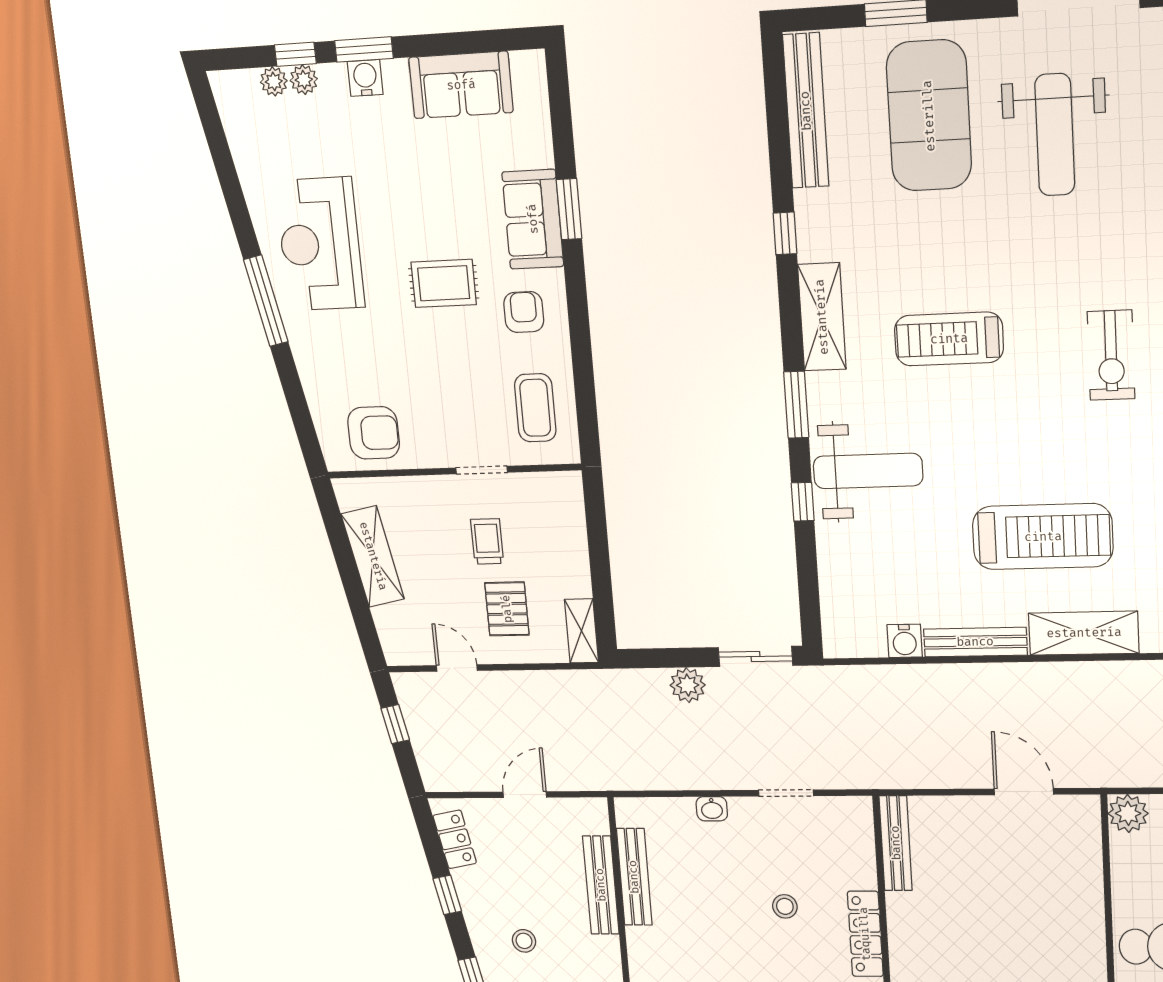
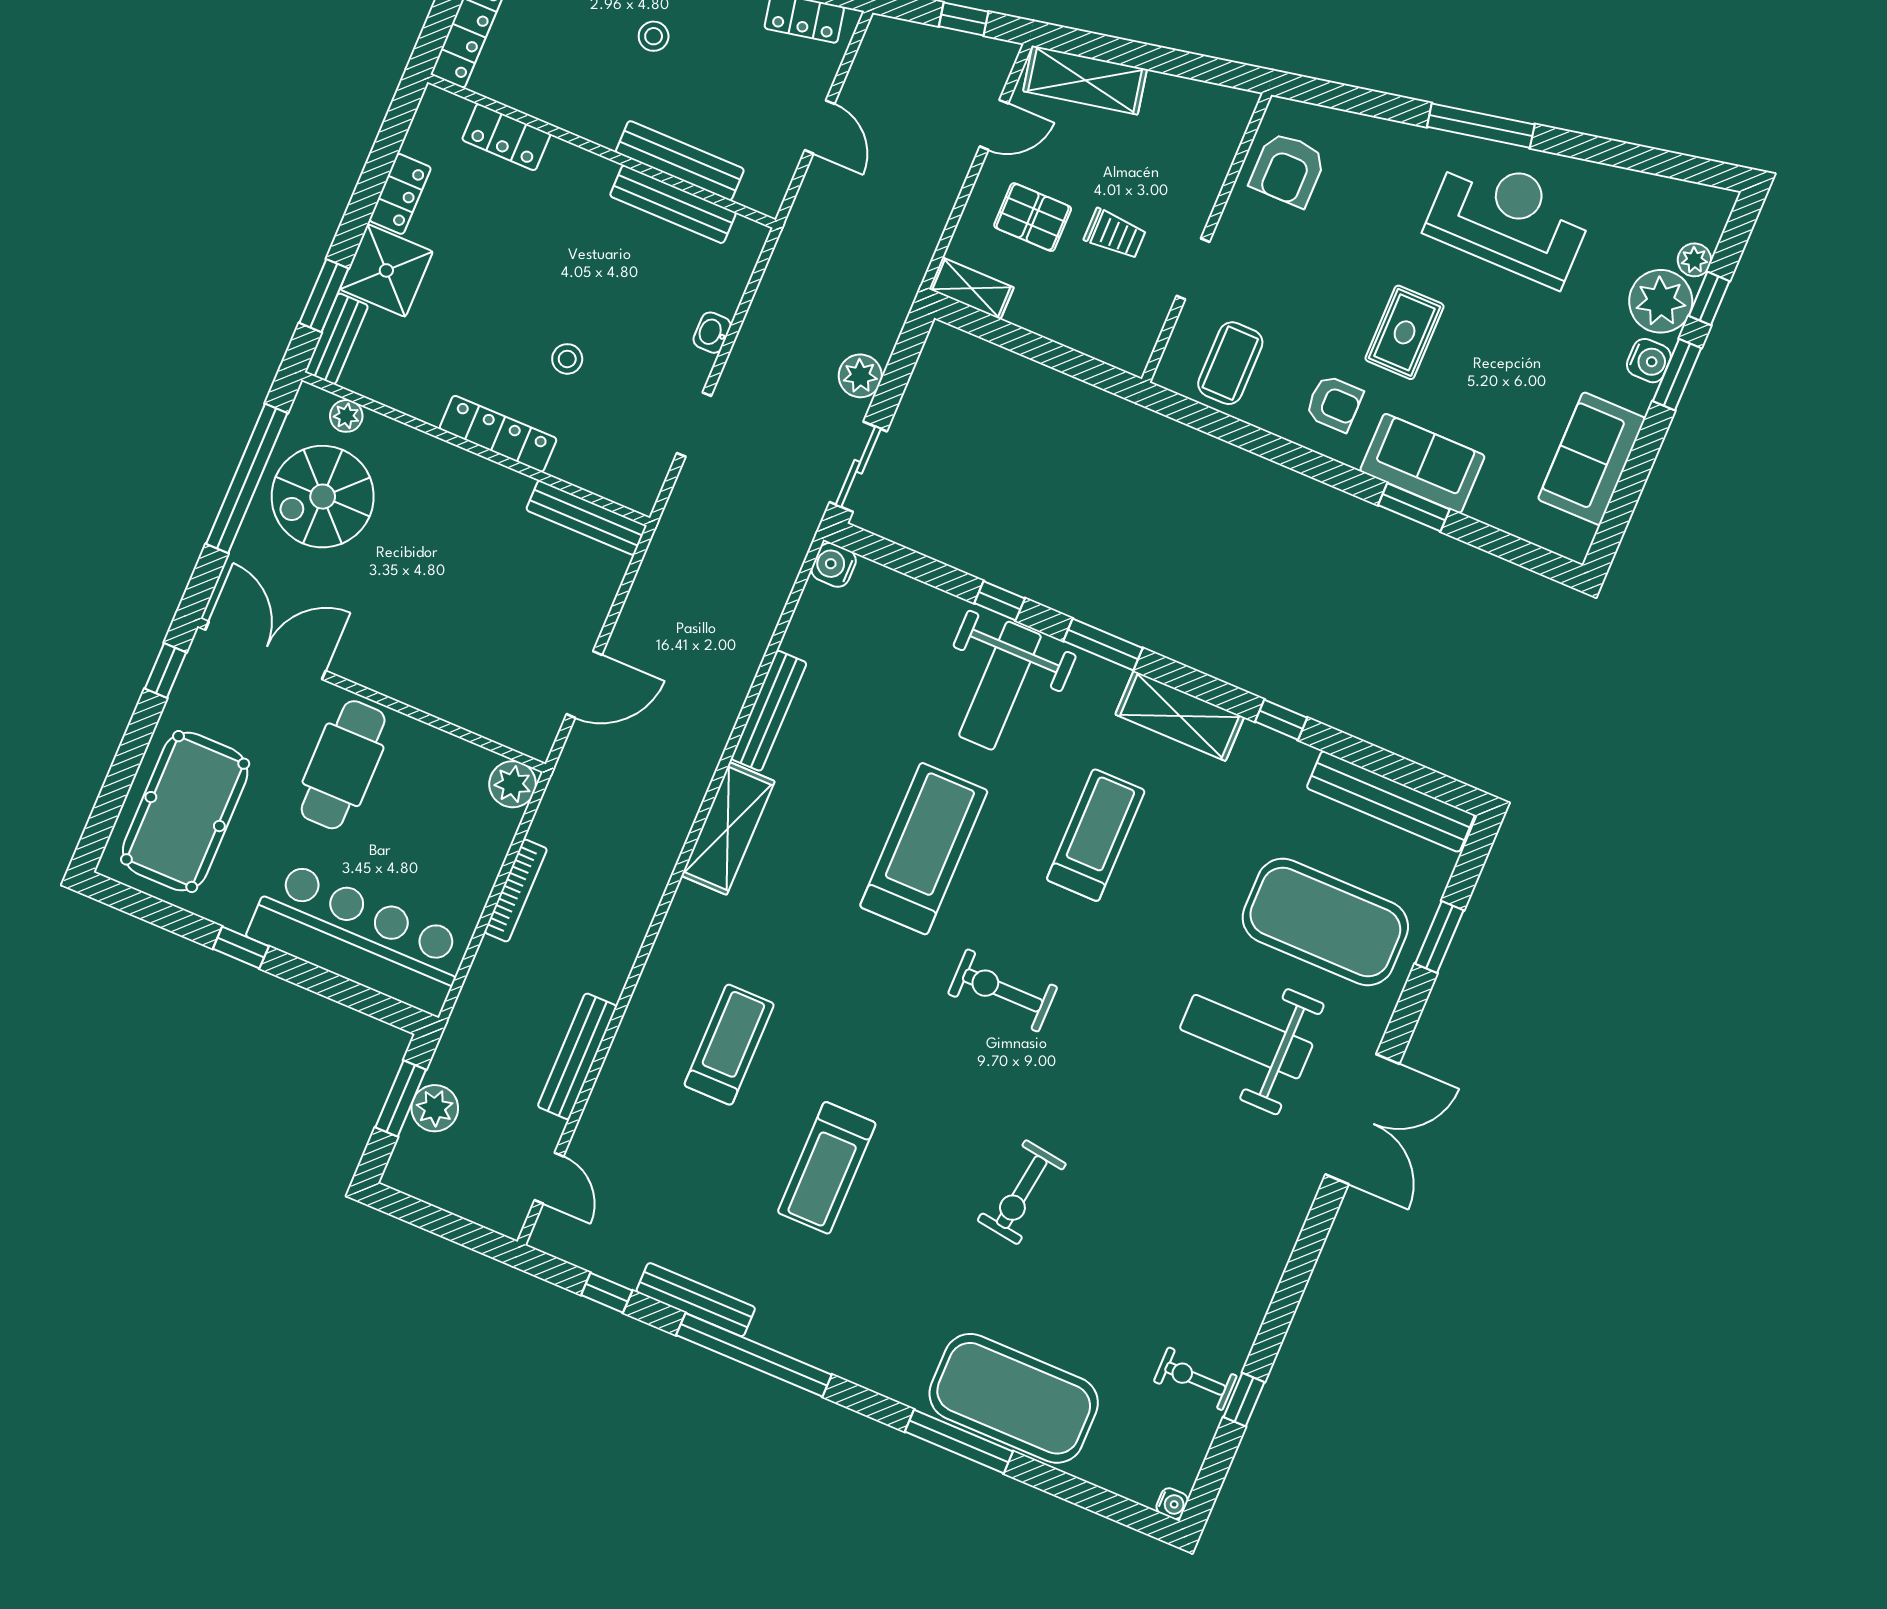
plant: (304, 80) -> (1661, 301), width x1.87, depth x1.87
coffee table: (535, 408) -> (1230, 363), turned 90
treadmill: (1043, 537) -> (924, 849), moved, turned 180
shelving: (373, 556) -> (1085, 80), moved
water cooler: (905, 641) -> (834, 565), moved

